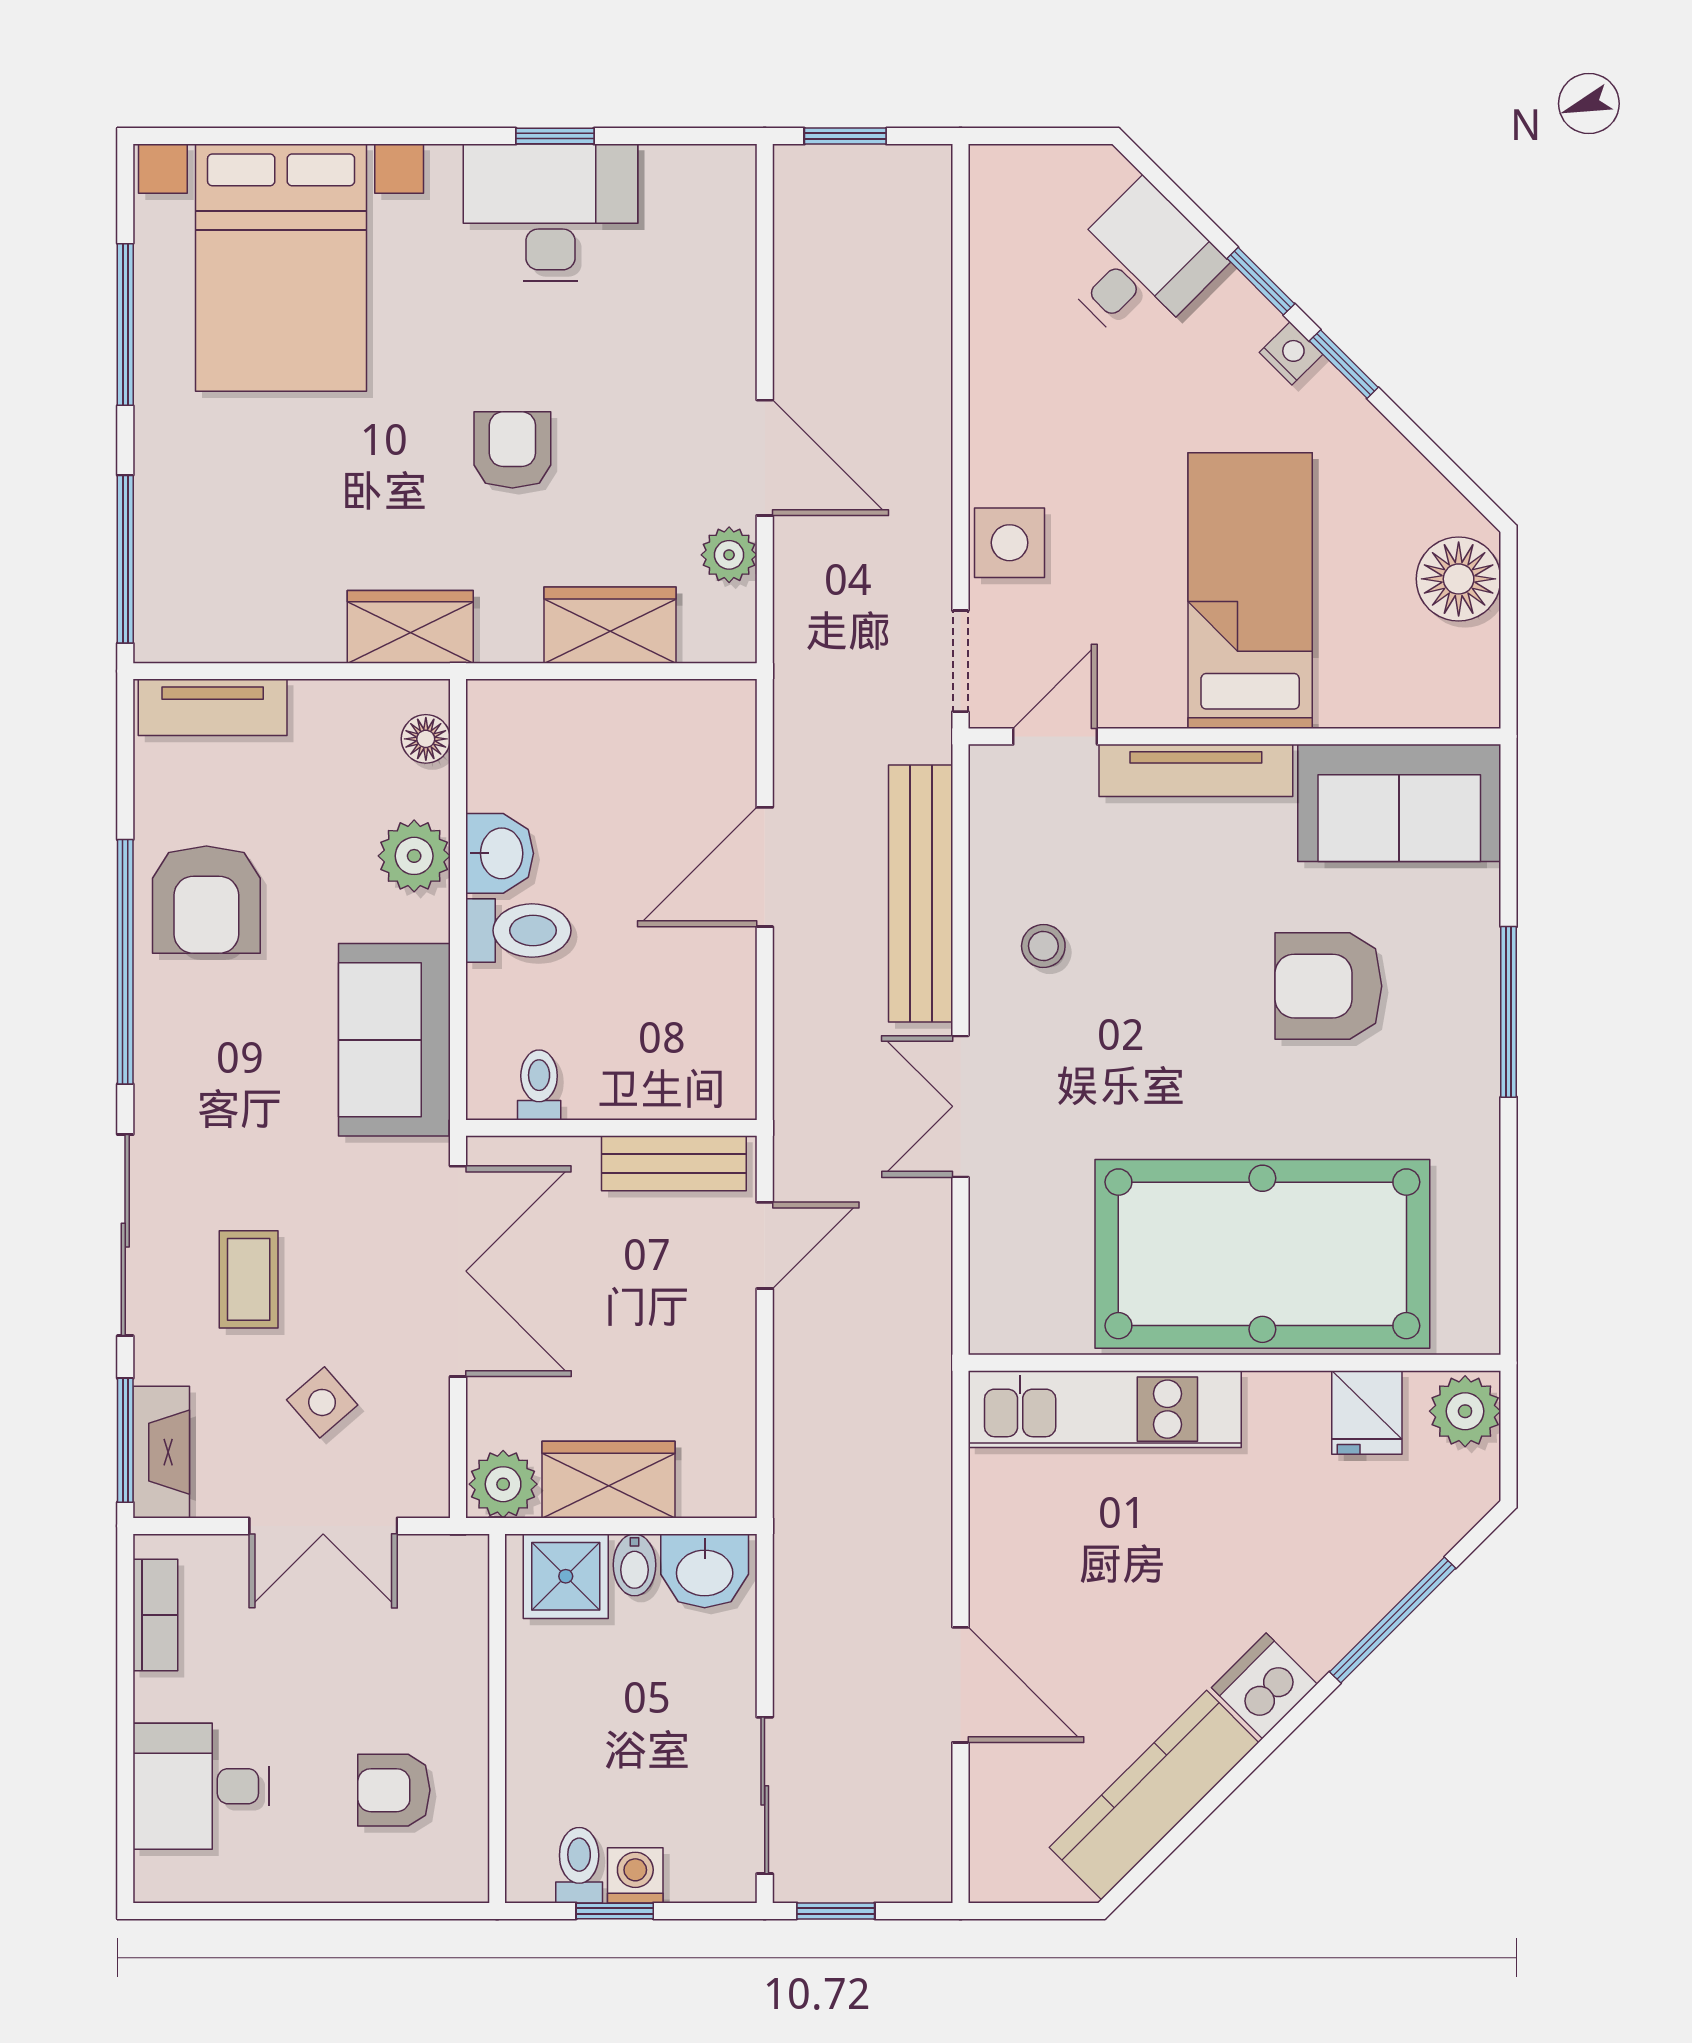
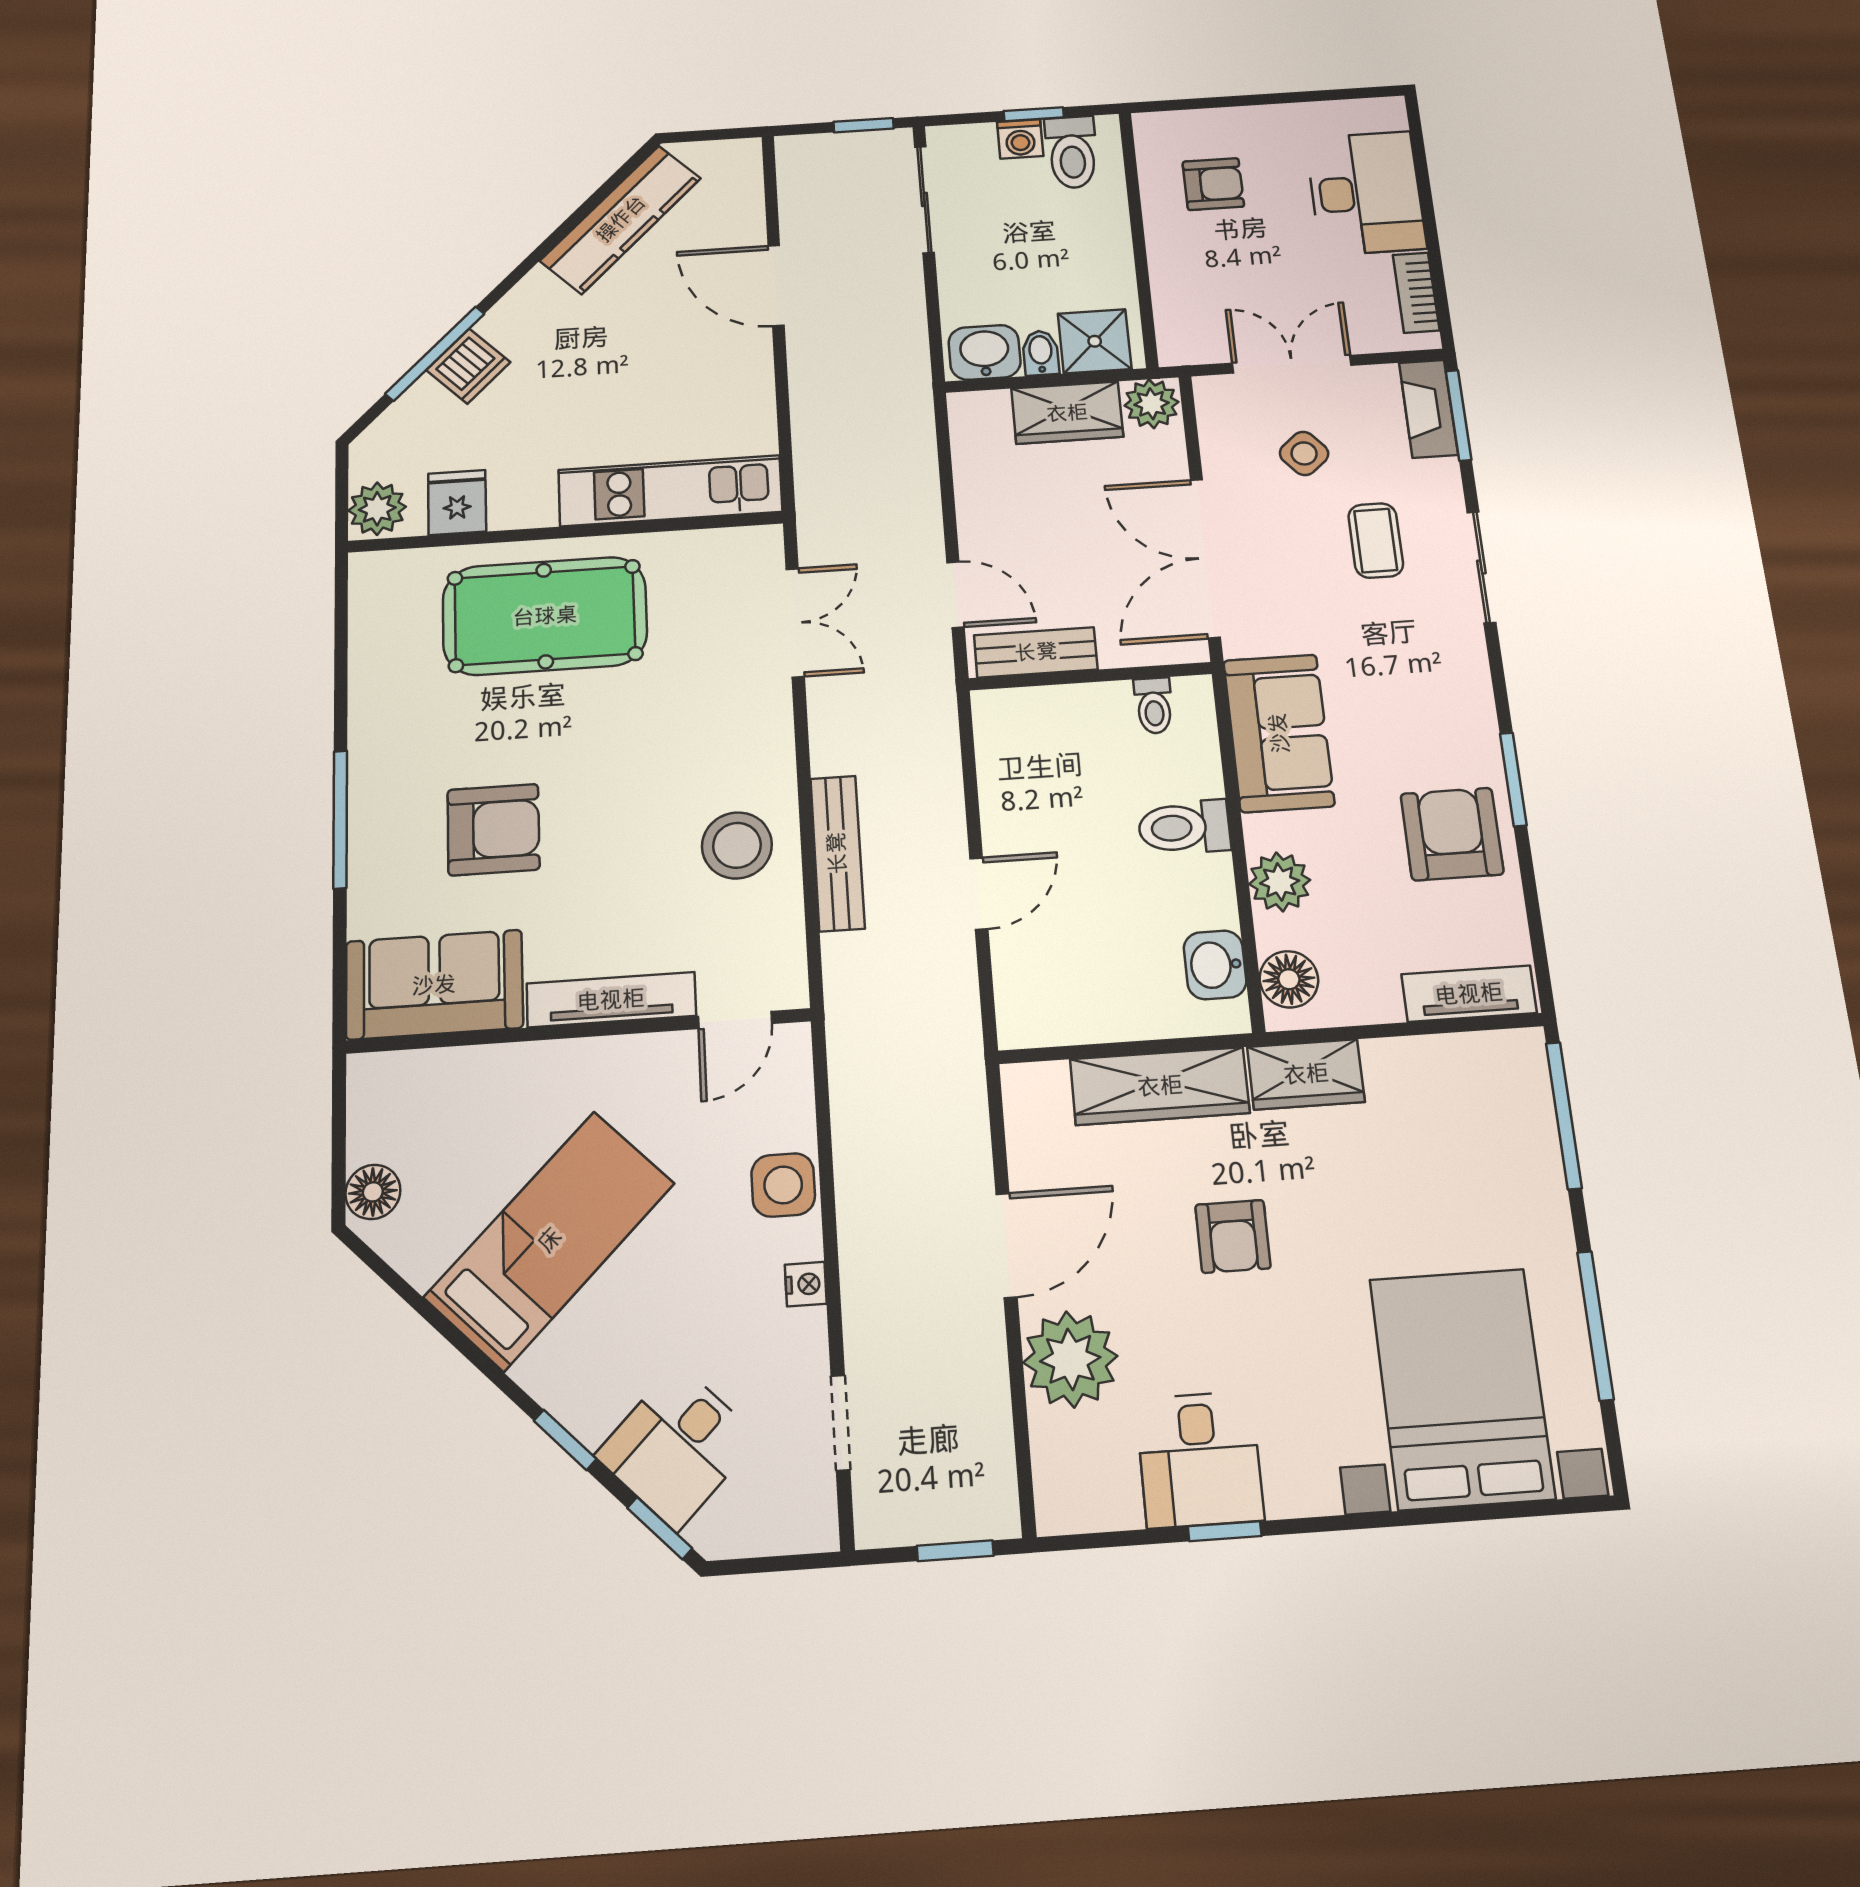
desk: (551, 212) -> (1200, 1459), width x0.73
nightstand: (1291, 353) -> (806, 1284), moved, turned -135
window: (1344, 364) -> (660, 1528), moved
door: (765, 458) -> (1007, 1245), swing flipped
plant: (729, 555) -> (1070, 1359), moved, width x1.87, depth x1.87
floor lamp: (1459, 579) -> (373, 1192), width x0.73, depth x0.73
bed: (1250, 591) -> (550, 1240), moved, turned -135
wardrobe: (610, 625) -> (1160, 1086), width x1.50
doorway: (960, 661) -> (840, 1423), moved
floor lamp: (426, 739) -> (1289, 979), width x1.37, depth x1.37
washbasin: (500, 853) -> (1215, 965), moved
door: (765, 867) -> (979, 894), width x0.73
bench: (921, 893) -> (837, 853), width x0.73, depth x0.82
stool: (1043, 946) -> (737, 845), width x1.89, depth x1.89
window: (125, 962) -> (1513, 779), width x0.47
double door: (960, 1106) -> (795, 623), moved
sliding door: (125, 1235) -> (1481, 567), width x0.73
door: (765, 1245) -> (955, 595), swing flipped
pool table: (1262, 1254) -> (545, 616), width x0.73, depth x0.76
dishwasher: (1264, 1686) -> (468, 366), moved
desk: (201, 1786) -> (1366, 193), width x1.37
toilet: (579, 1865) -> (1072, 152), width x1.37, depth x1.39

